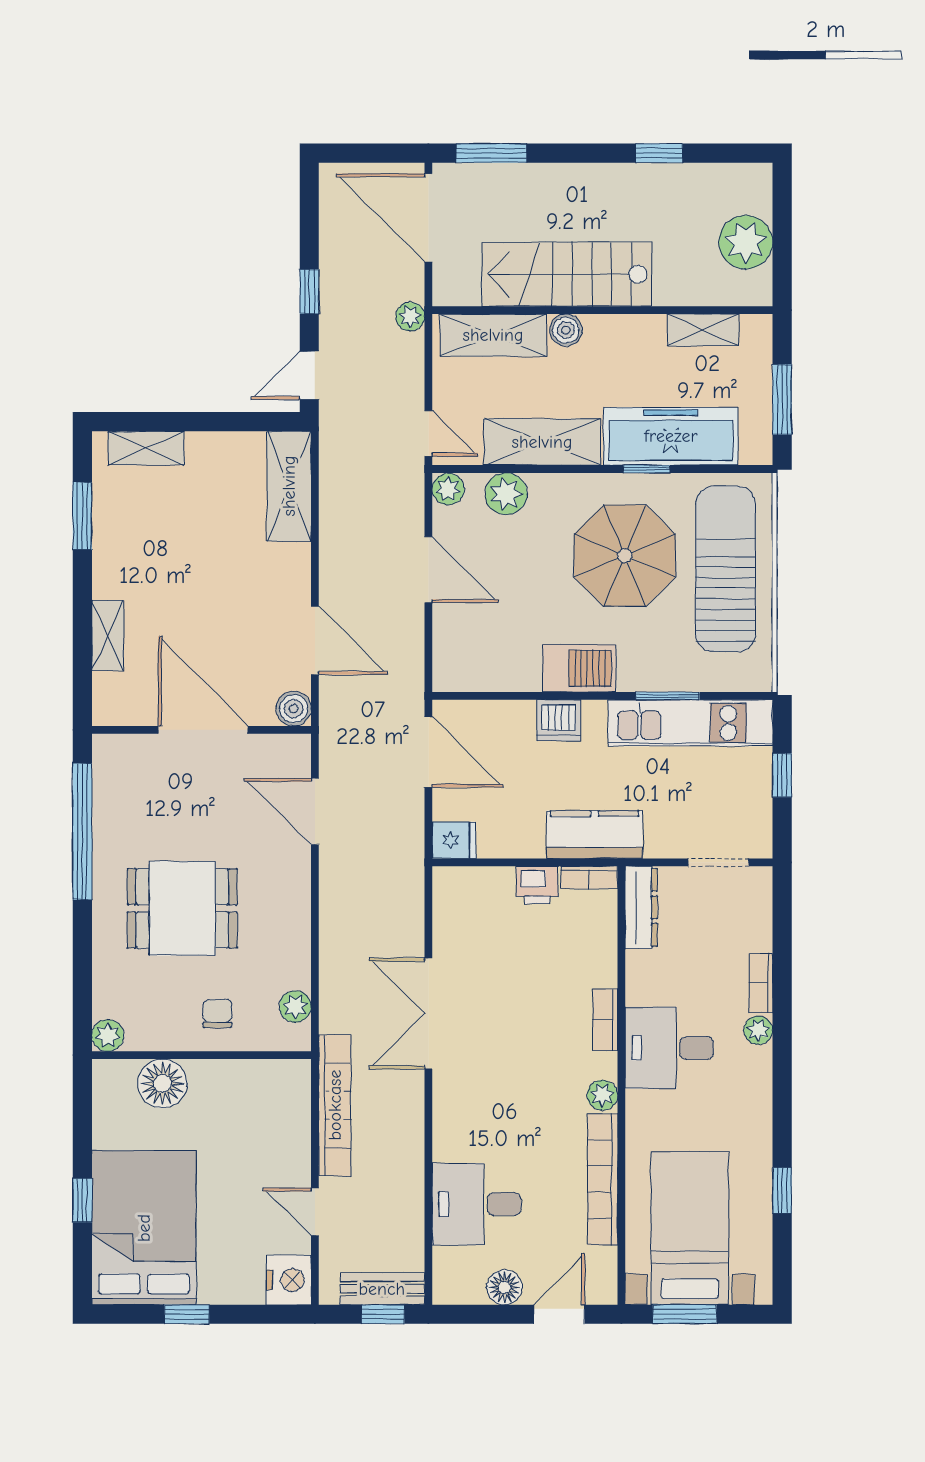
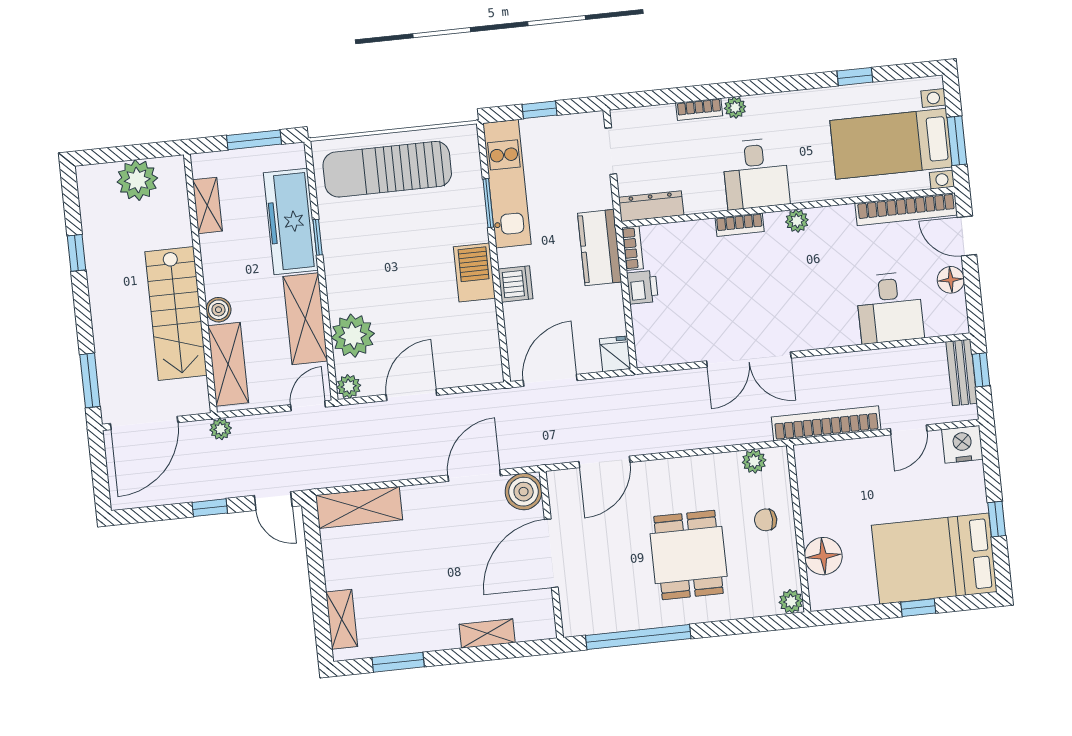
plant: (506, 494) -> (353, 336), width x1.36, depth x1.36
parasol: (625, 556) -> (385, 247), removed
boiler: (294, 709) -> (524, 492), width x1.36, depth x1.36
bookcase: (603, 1179) -> (906, 209), moved

